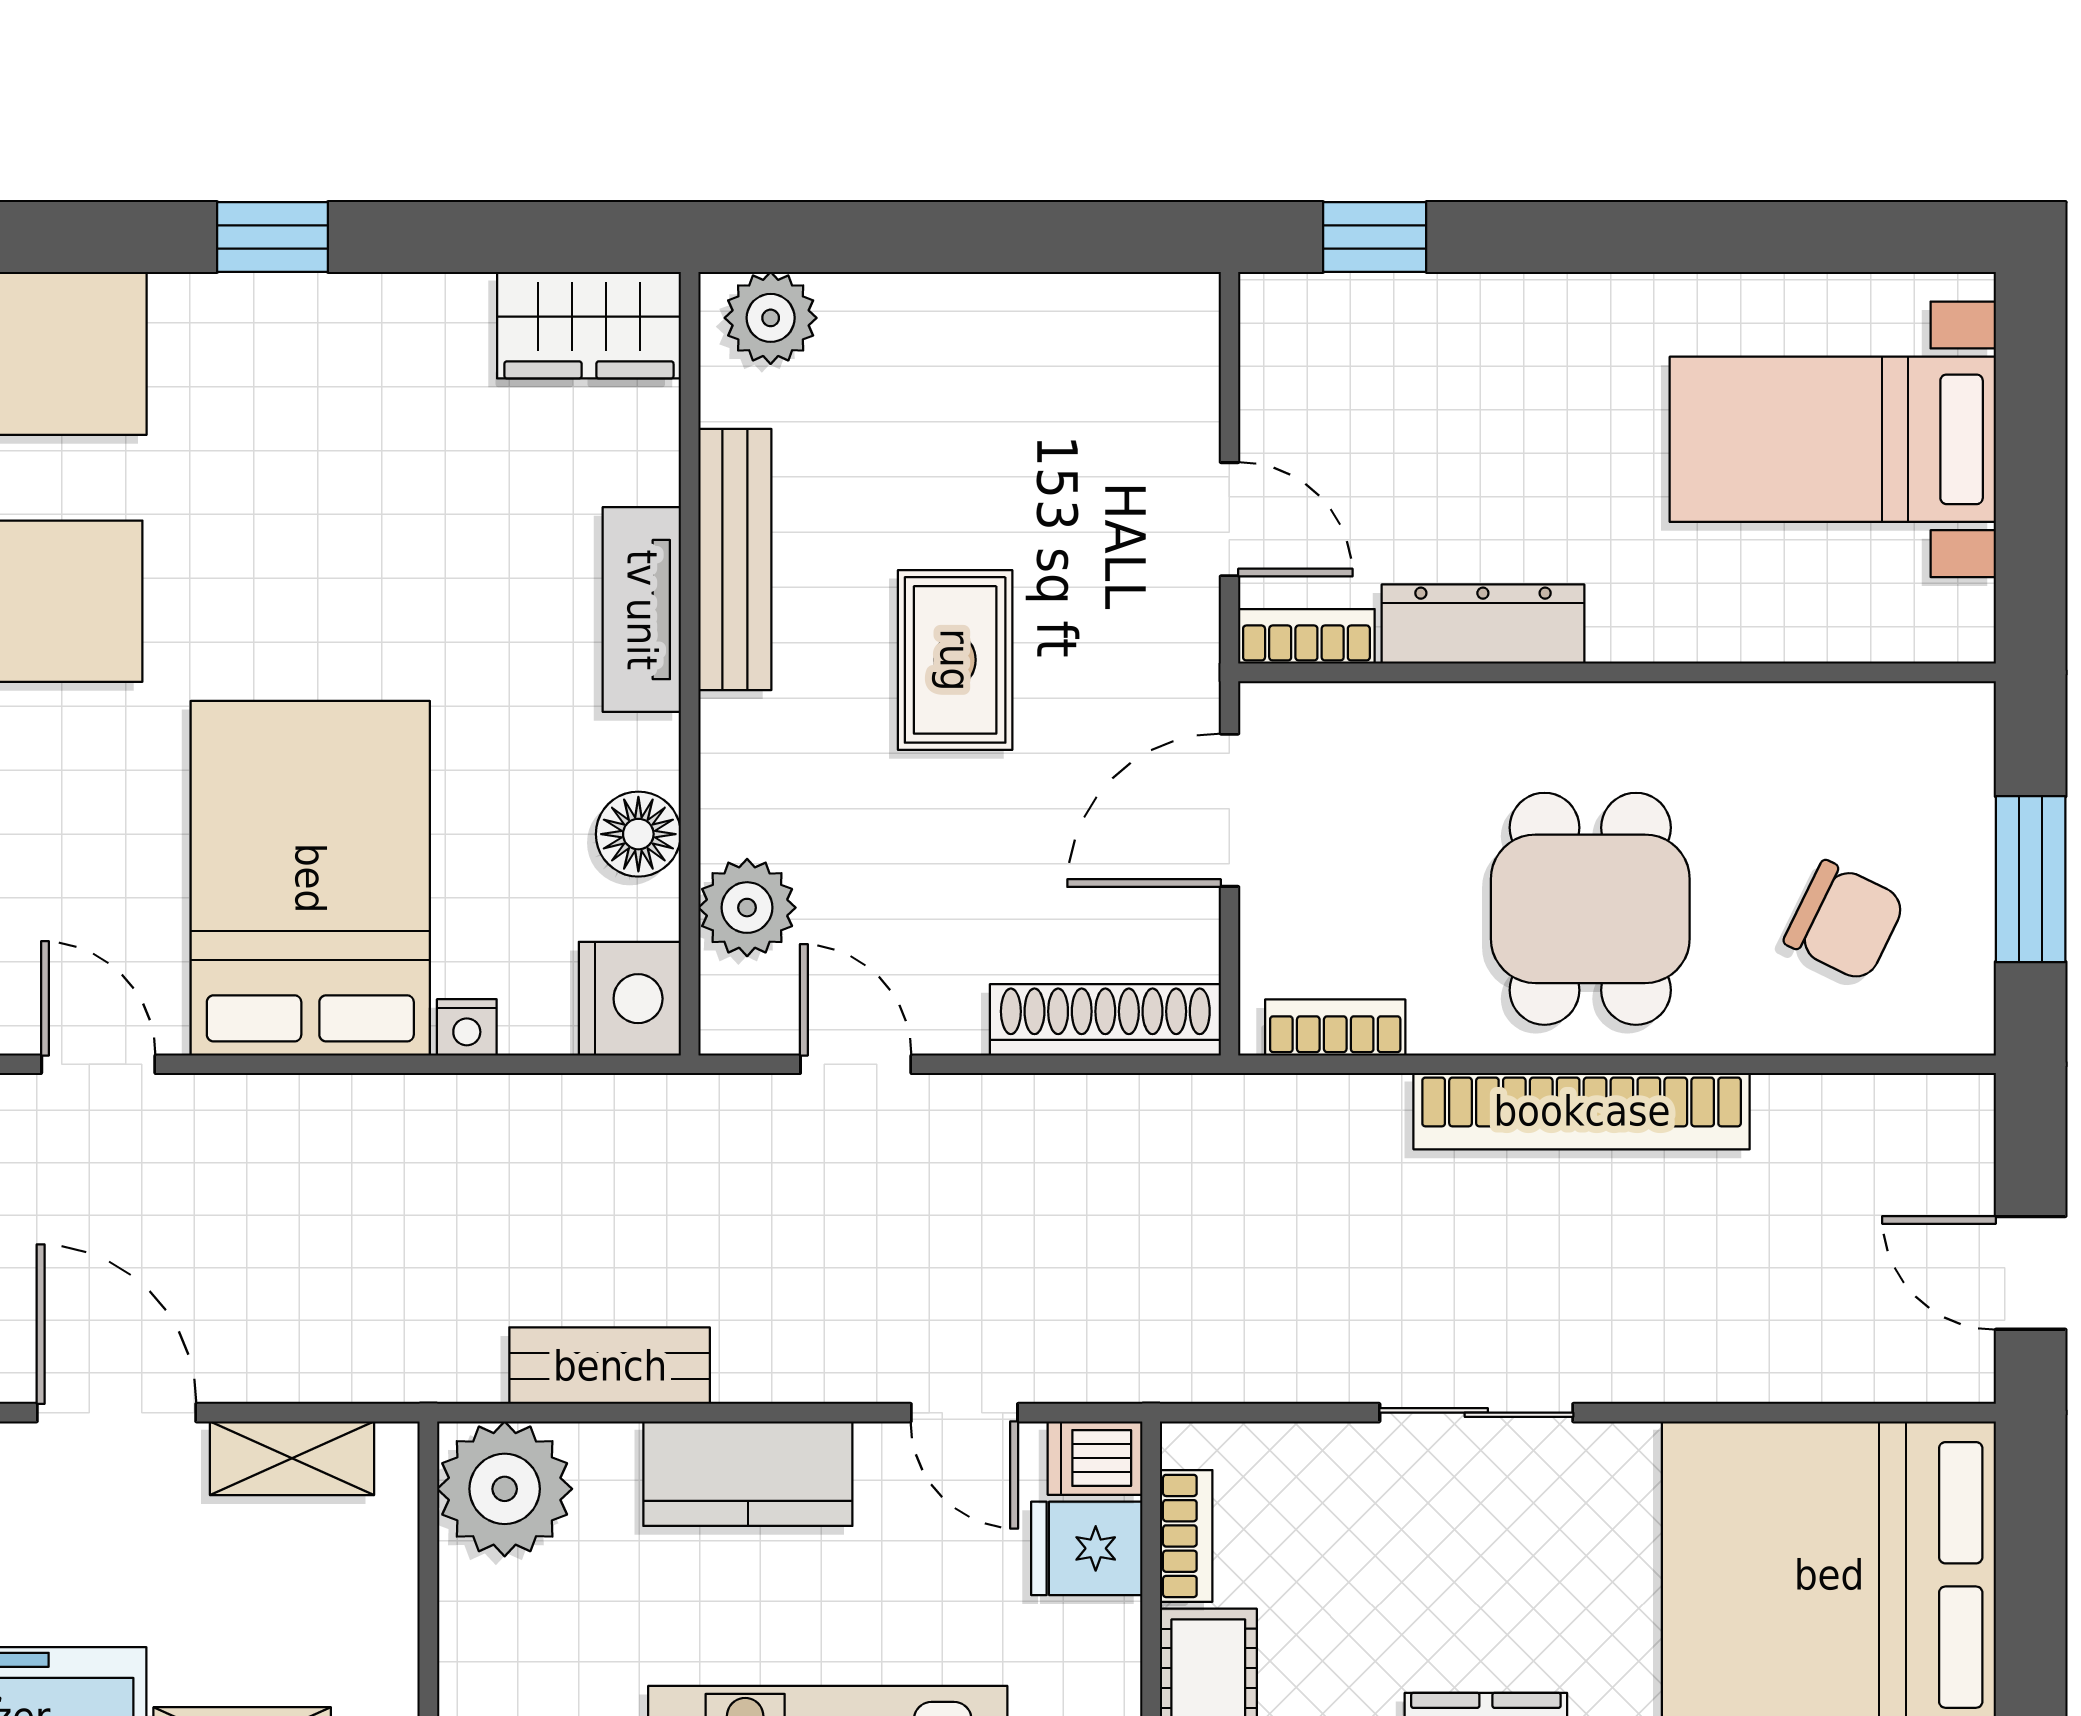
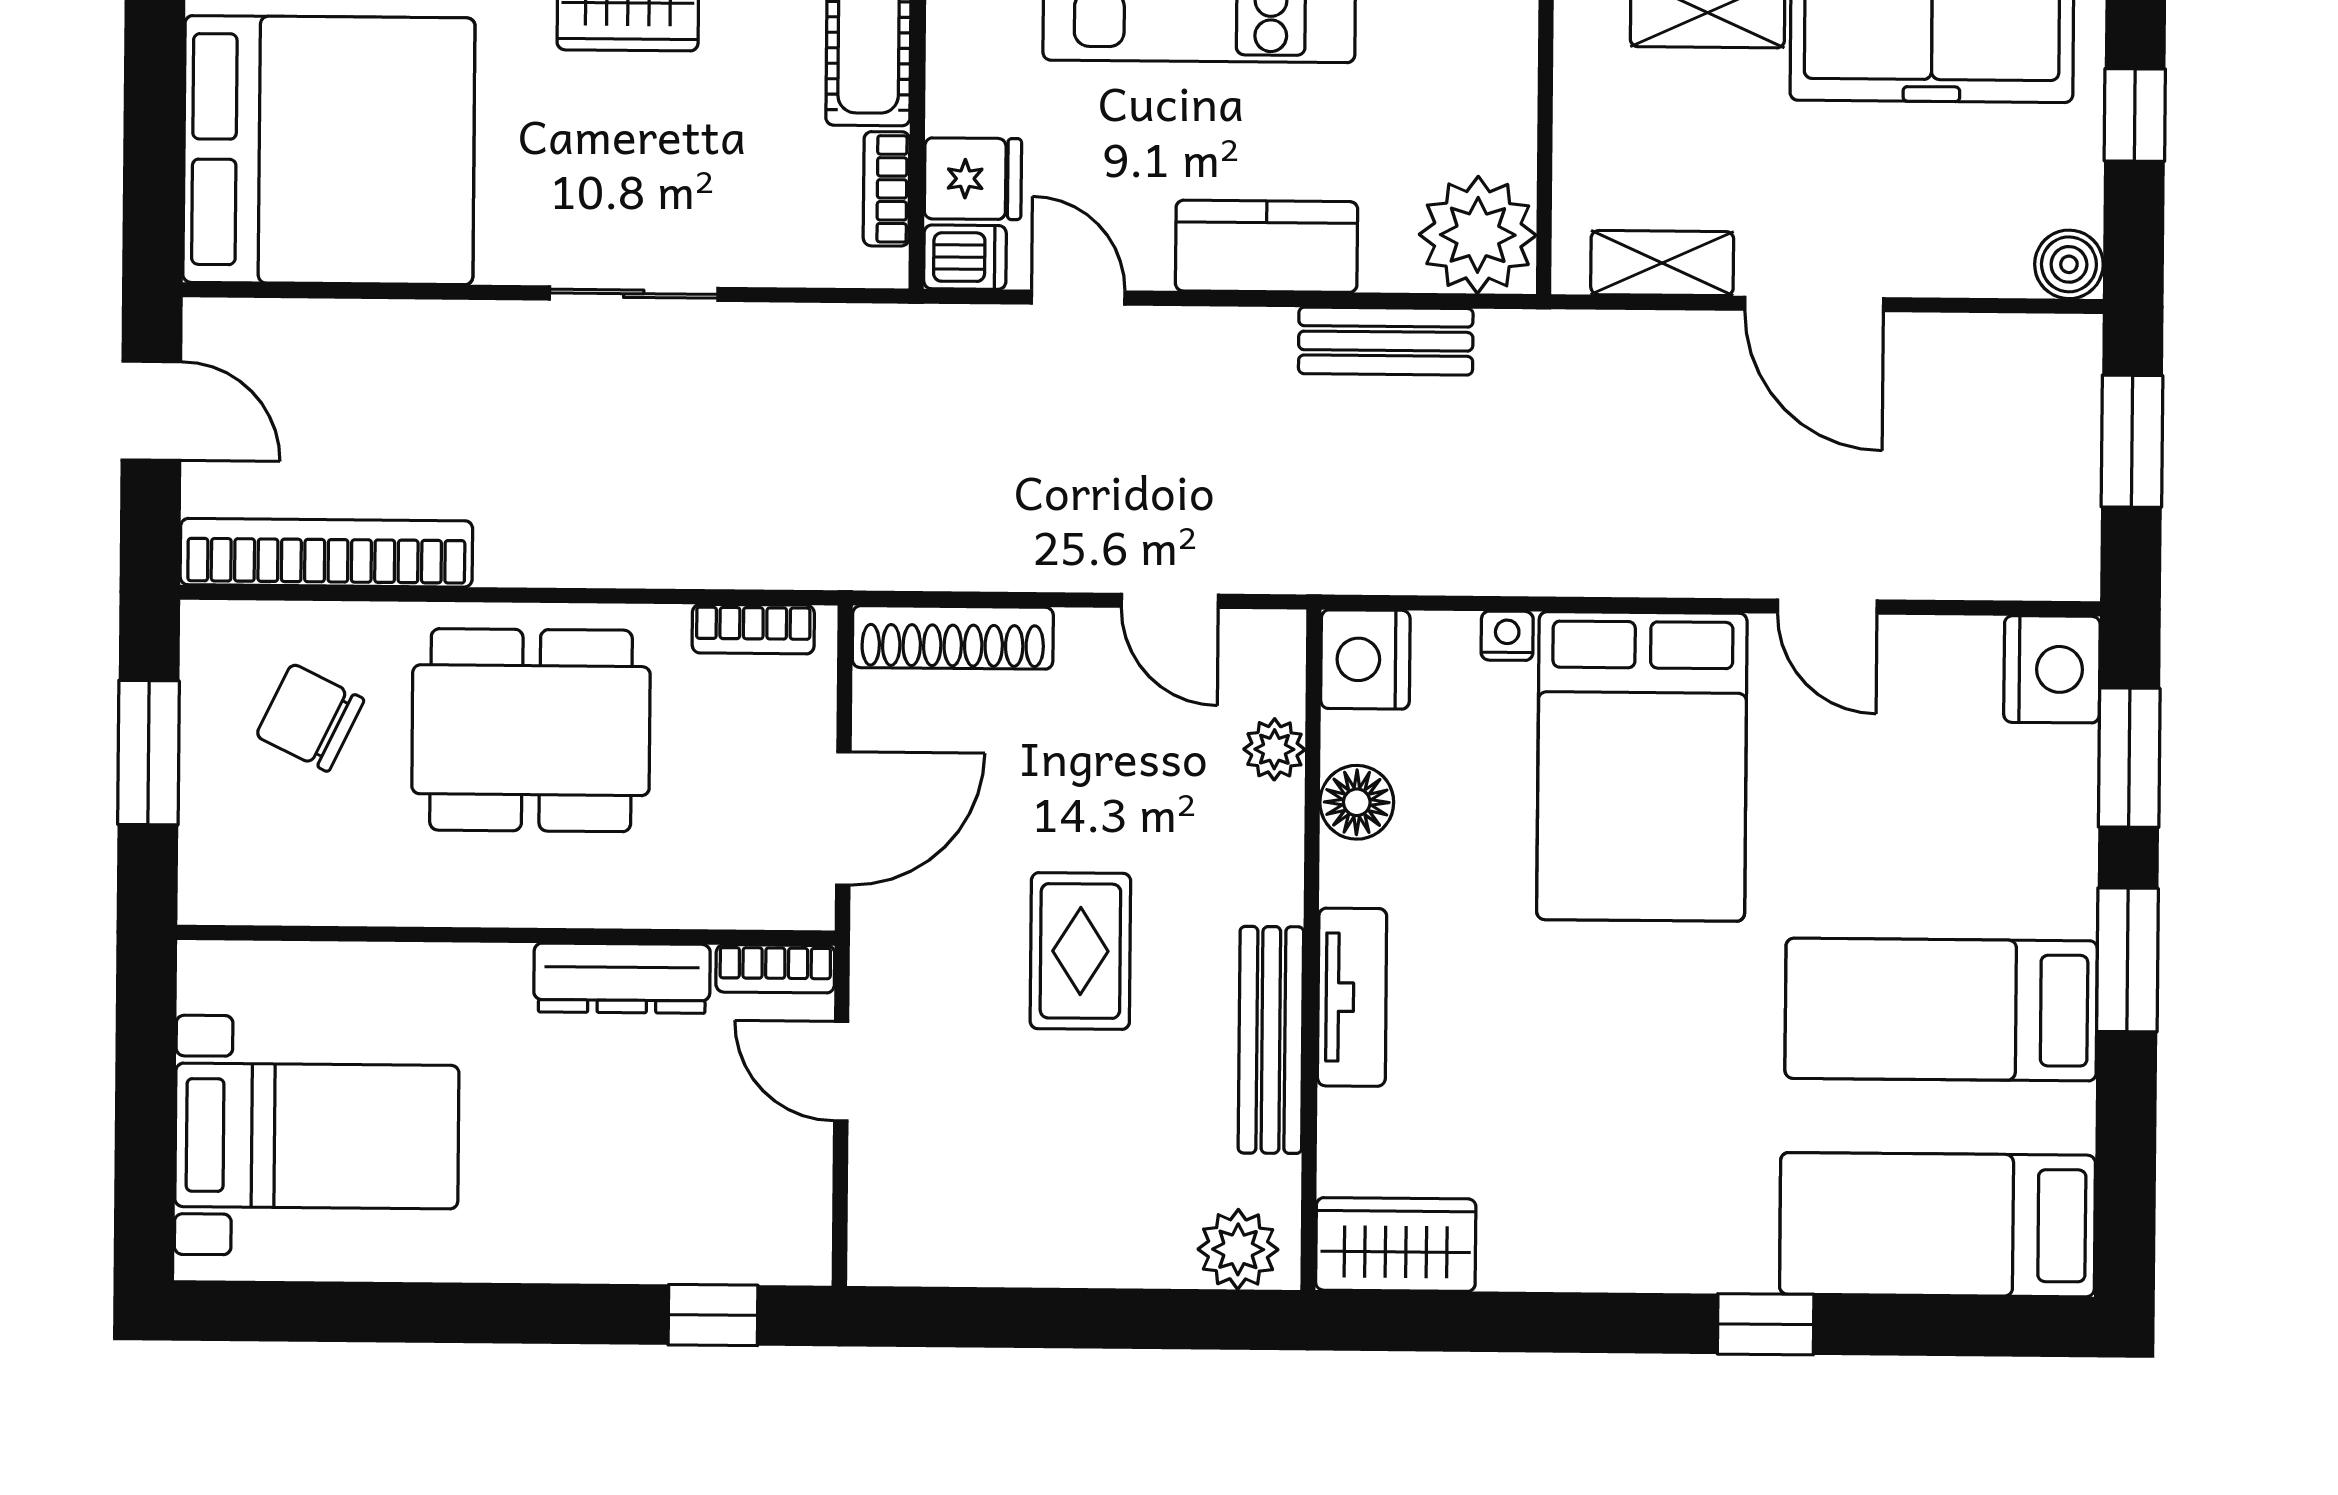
window: (273, 237) -> (1766, 1324), moved
plant: (747, 908) -> (1274, 749), width x0.73, depth x0.73
dining table: (1590, 909) -> (531, 730), width x1.38
bookcase: (1582, 1111) -> (326, 553), moved

